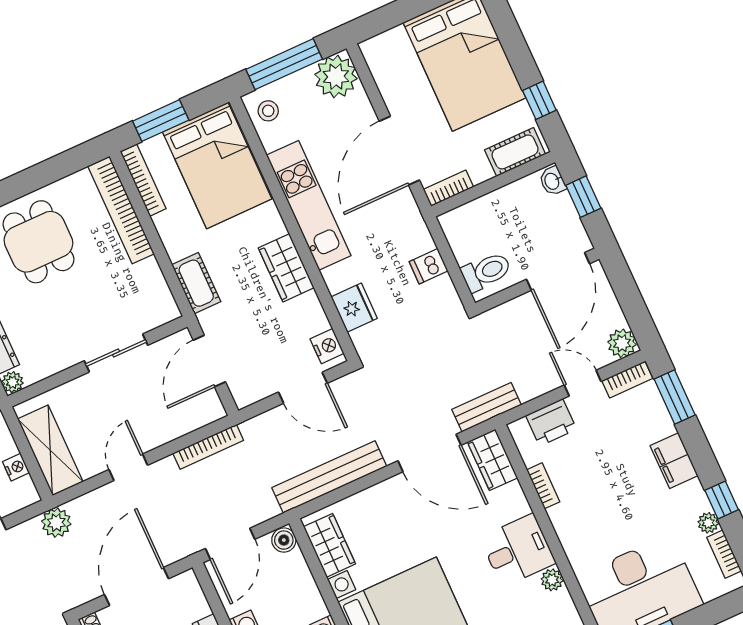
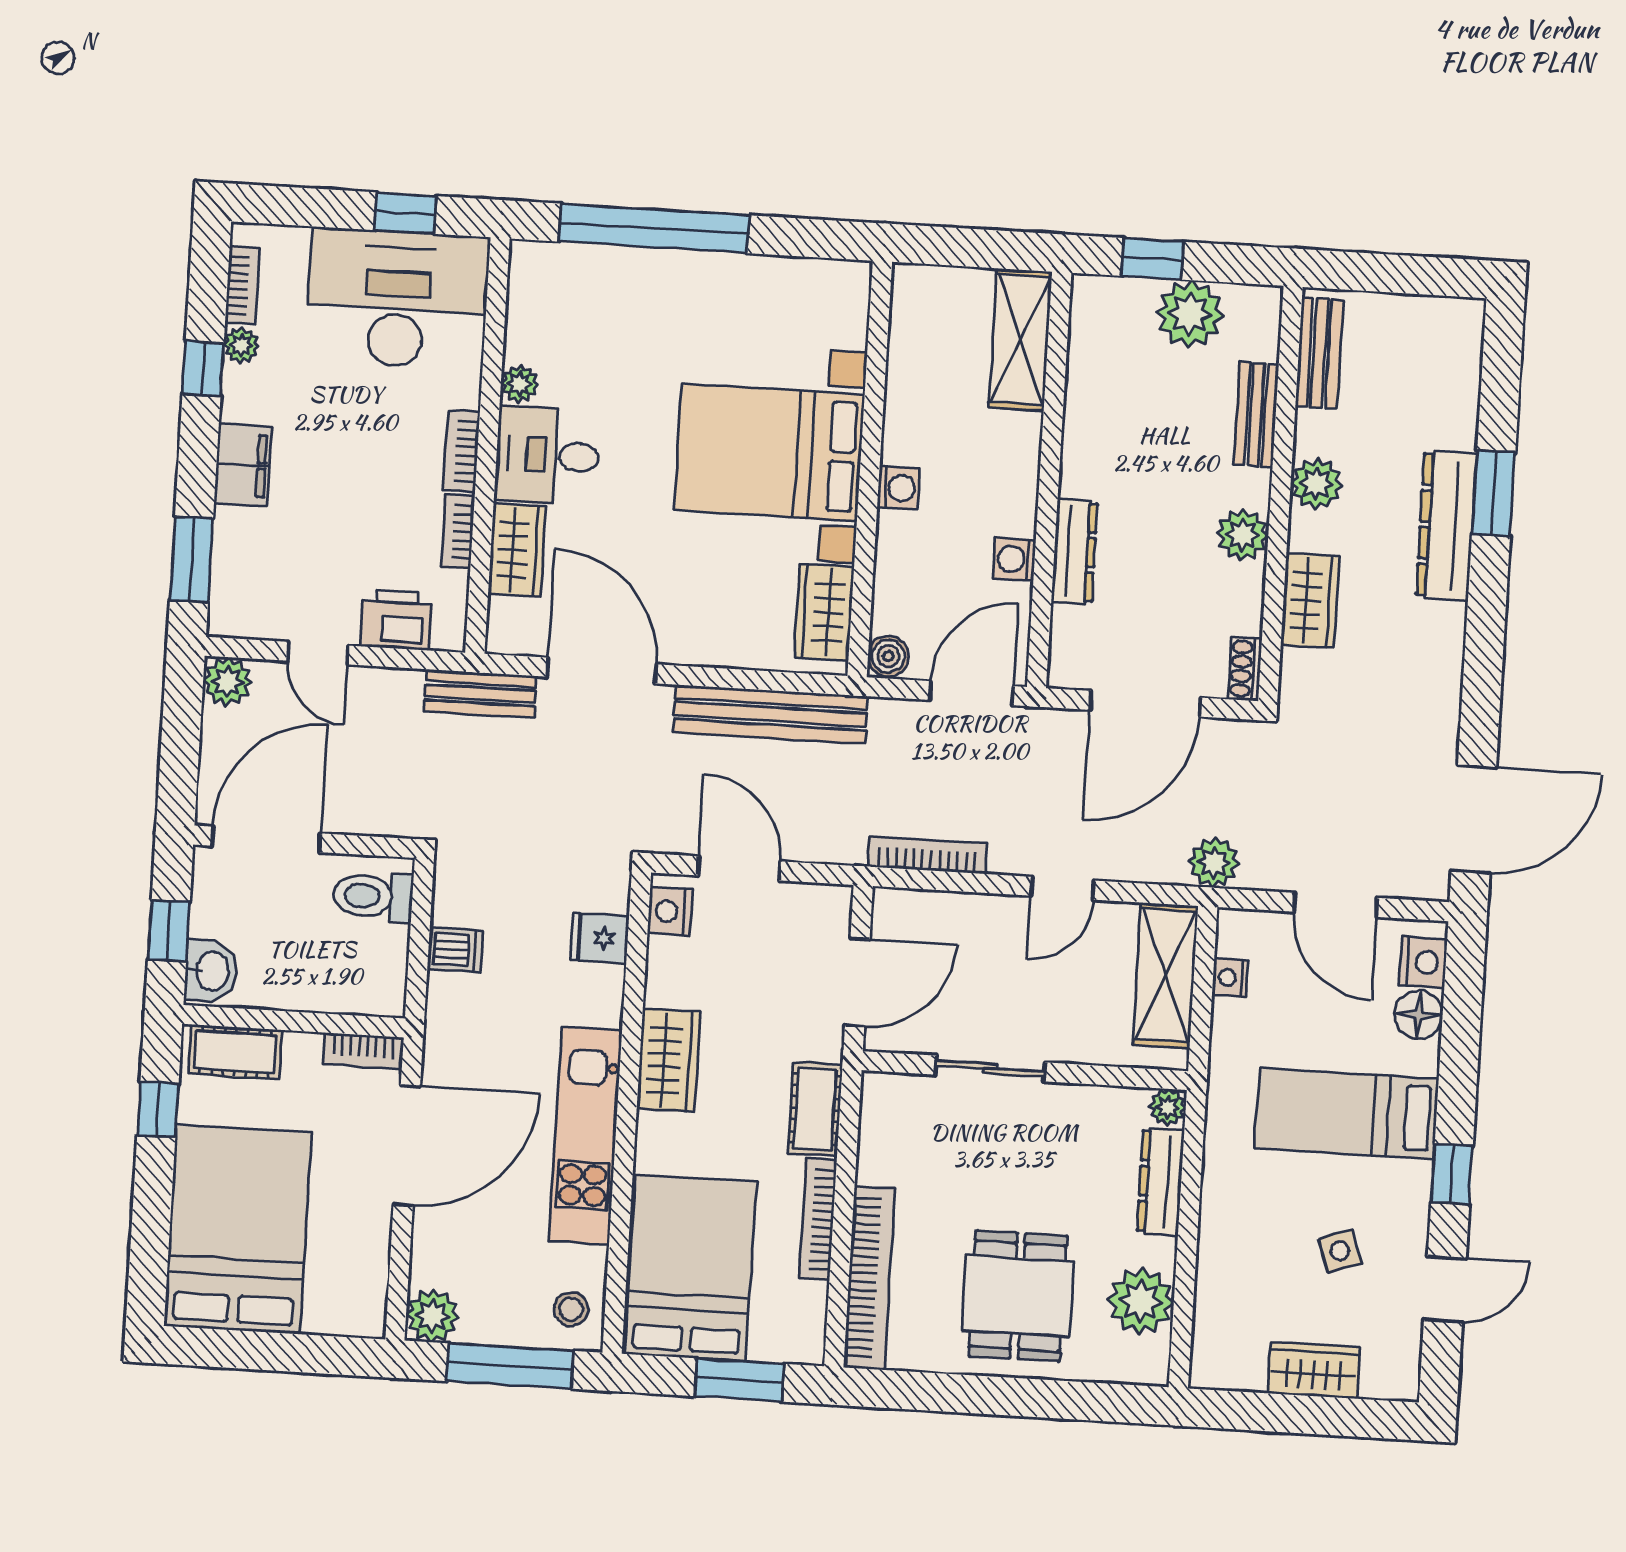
plant: (336, 77) -> (432, 1316), width x0.73, depth x0.73
bookcase: (143, 180) -> (818, 1219), moved
washbasin: (552, 181) -> (211, 971), width x1.38, depth x1.45
fridge: (354, 308) -> (599, 938), width x0.72
bookcase: (627, 379) -> (462, 451), moved, turned -90
wardrobe: (493, 460) -> (517, 550), moved

